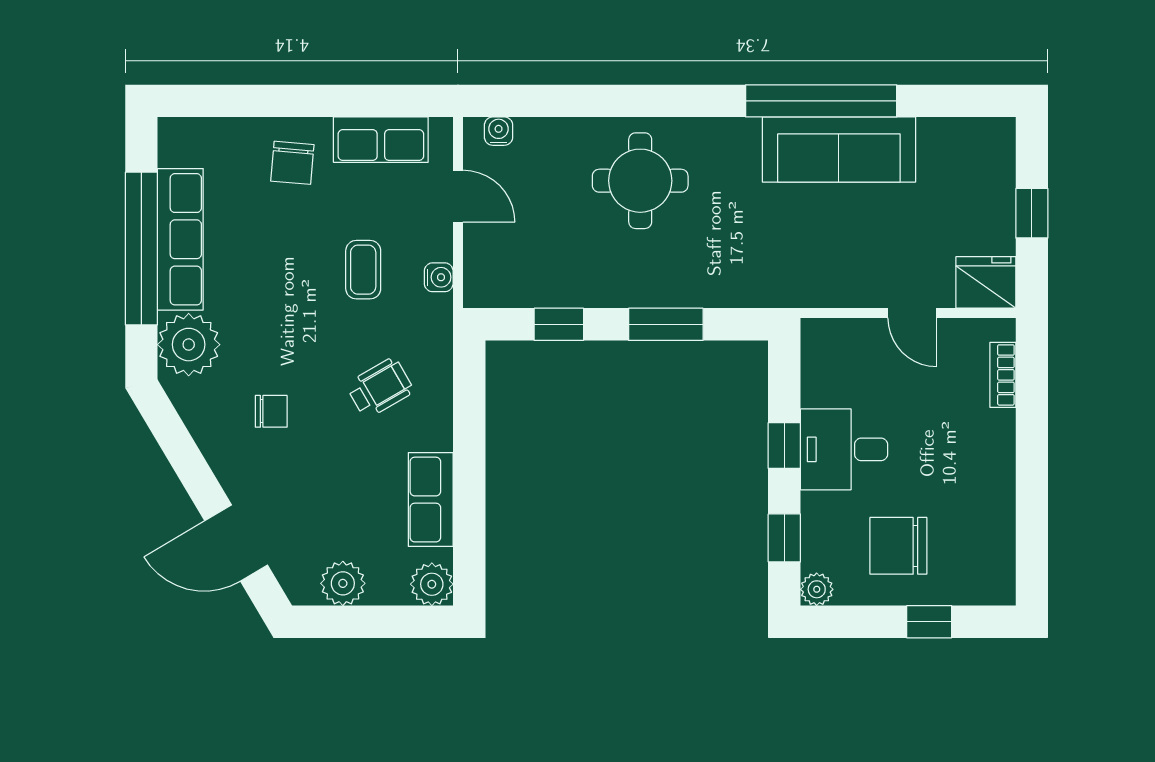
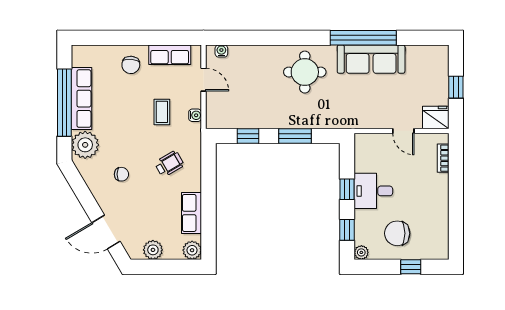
round table: (640, 181) -> (305, 72), moved

